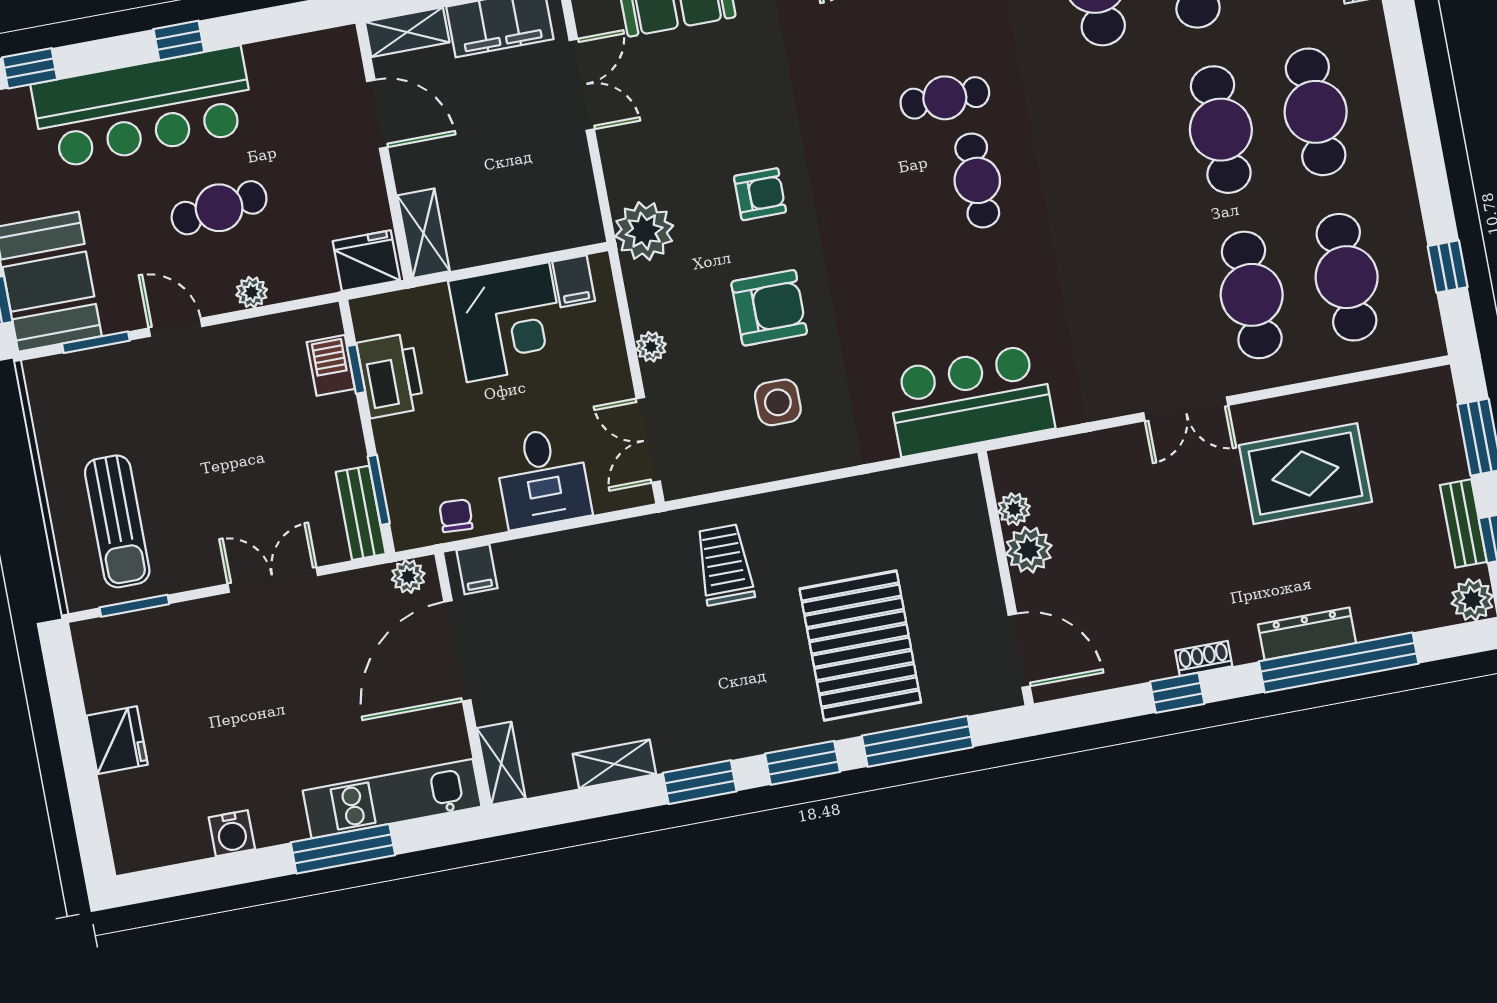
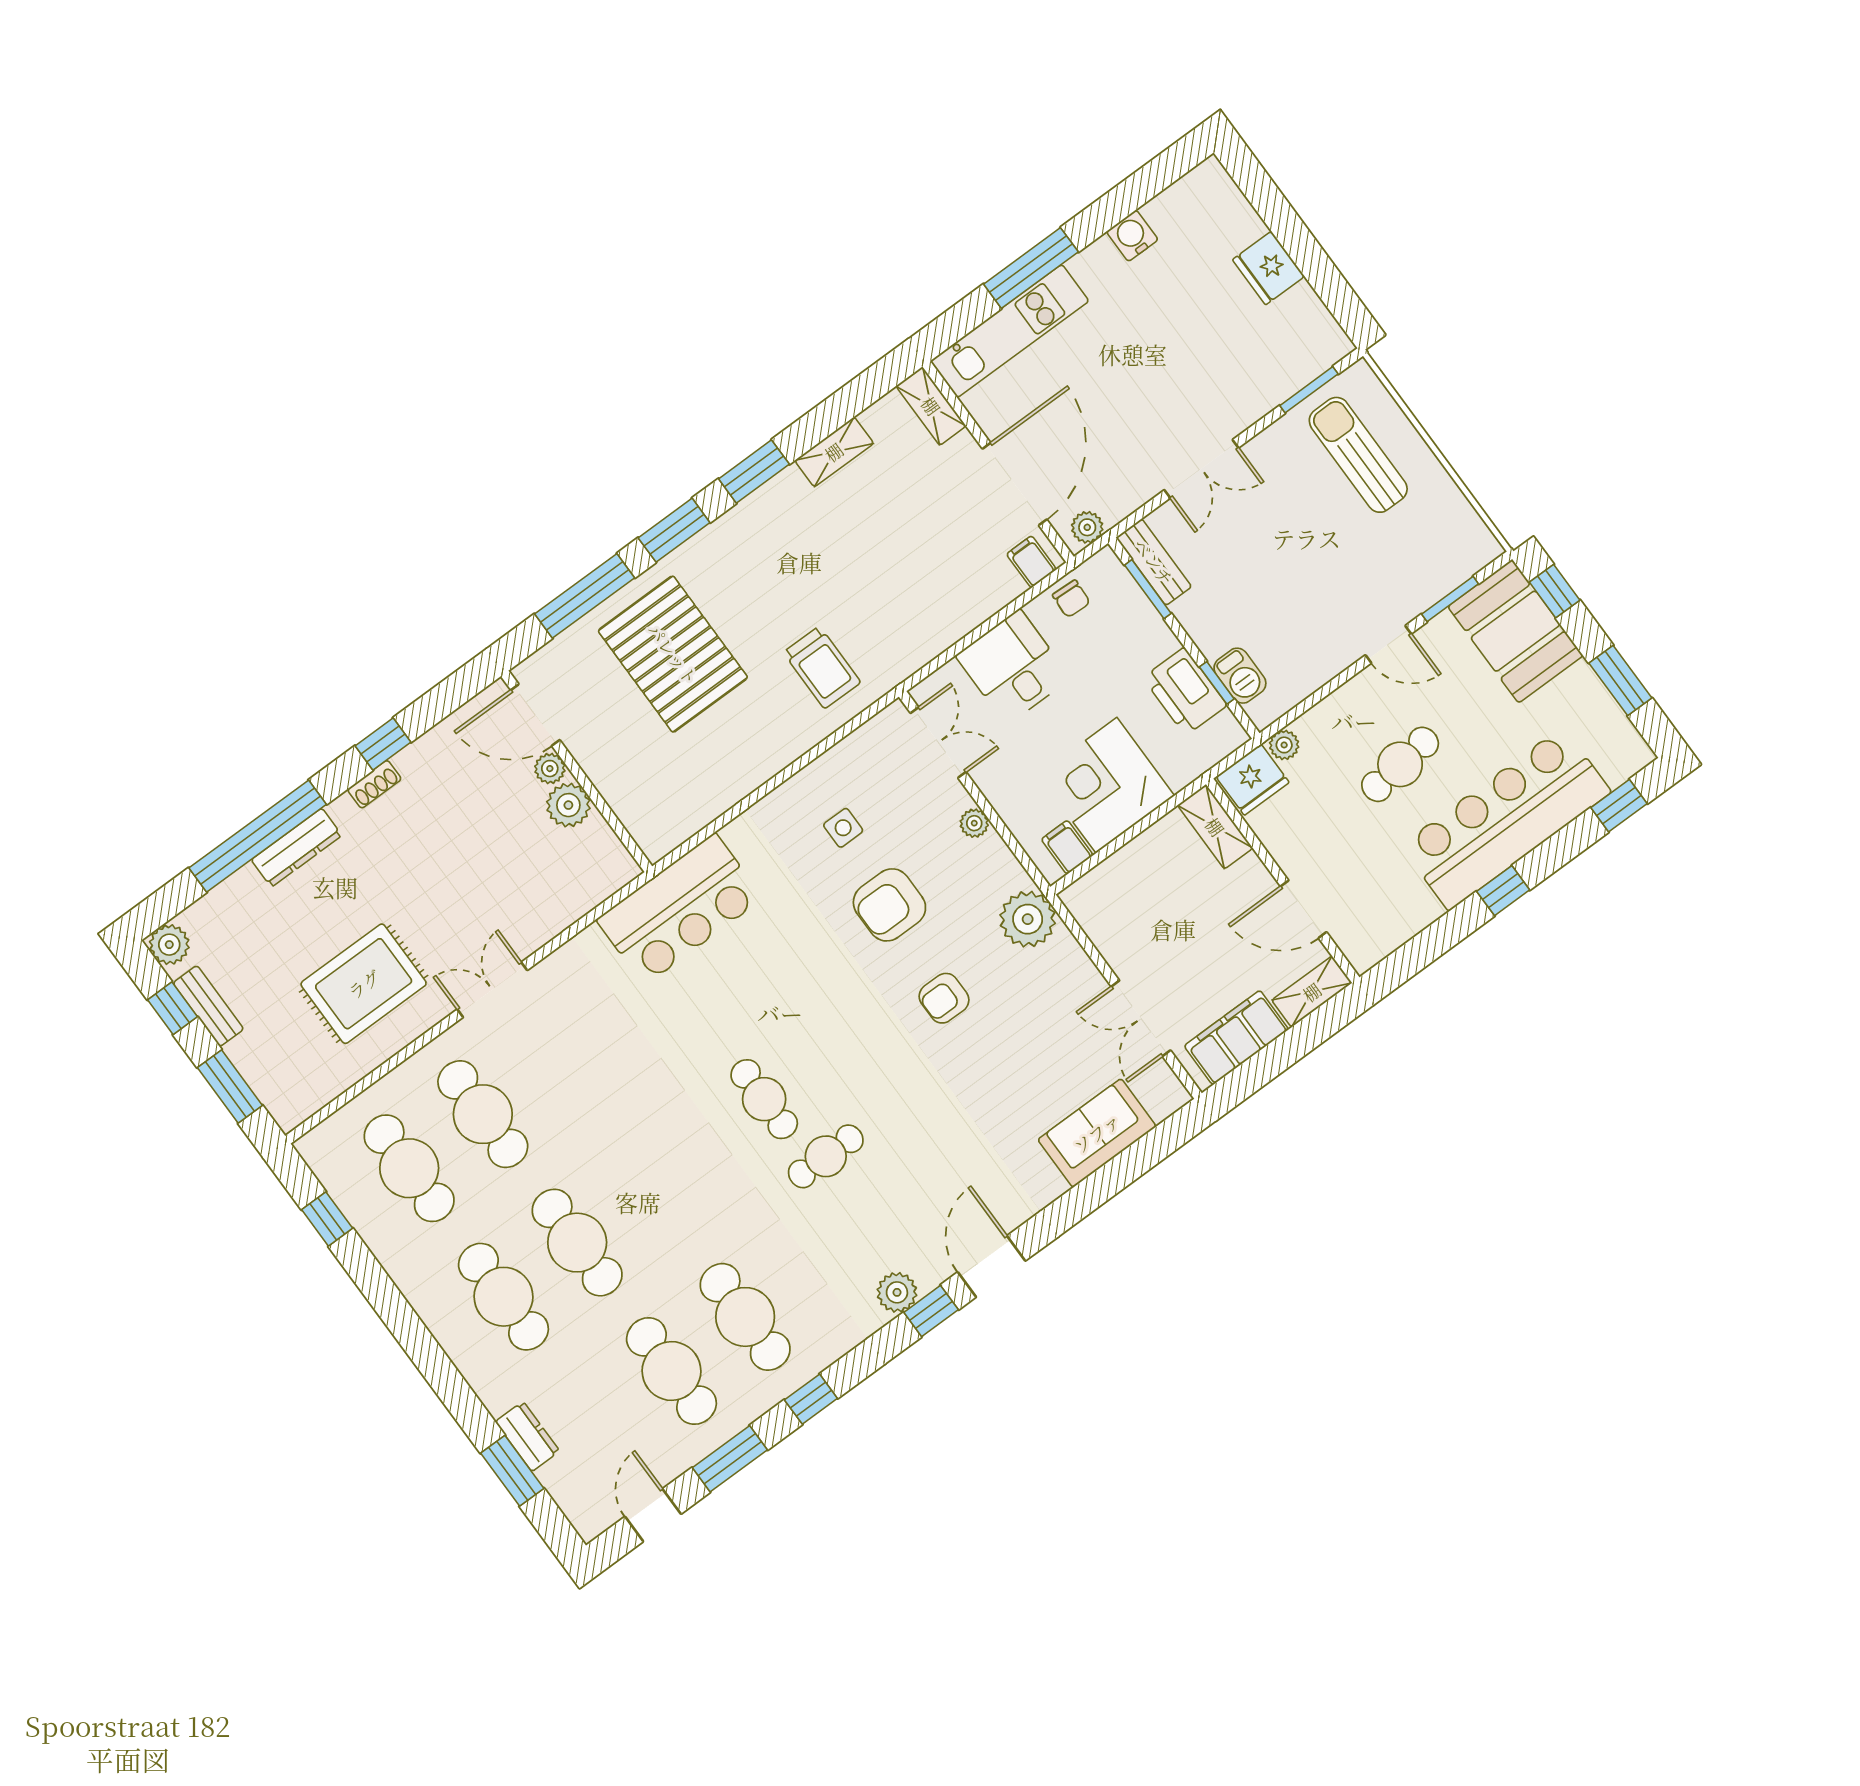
plant: (252, 292) -> (1284, 745), moved
side table: (778, 402) -> (843, 828), width x0.73, depth x0.73
plant: (1014, 509) -> (550, 769), moved

